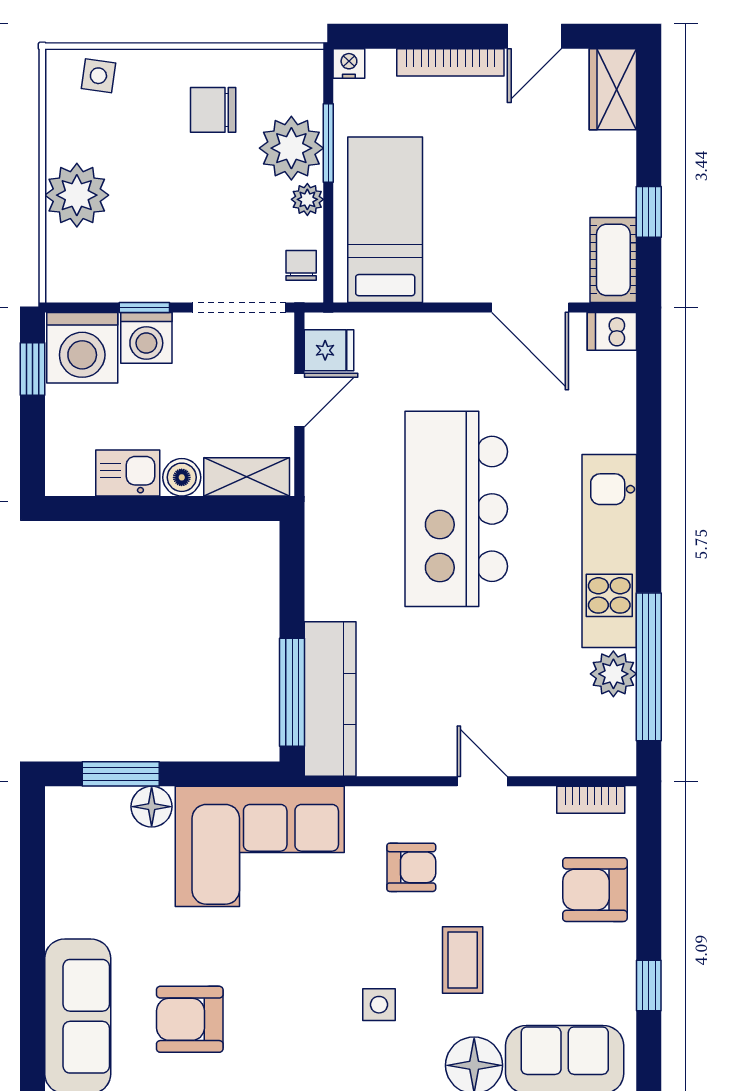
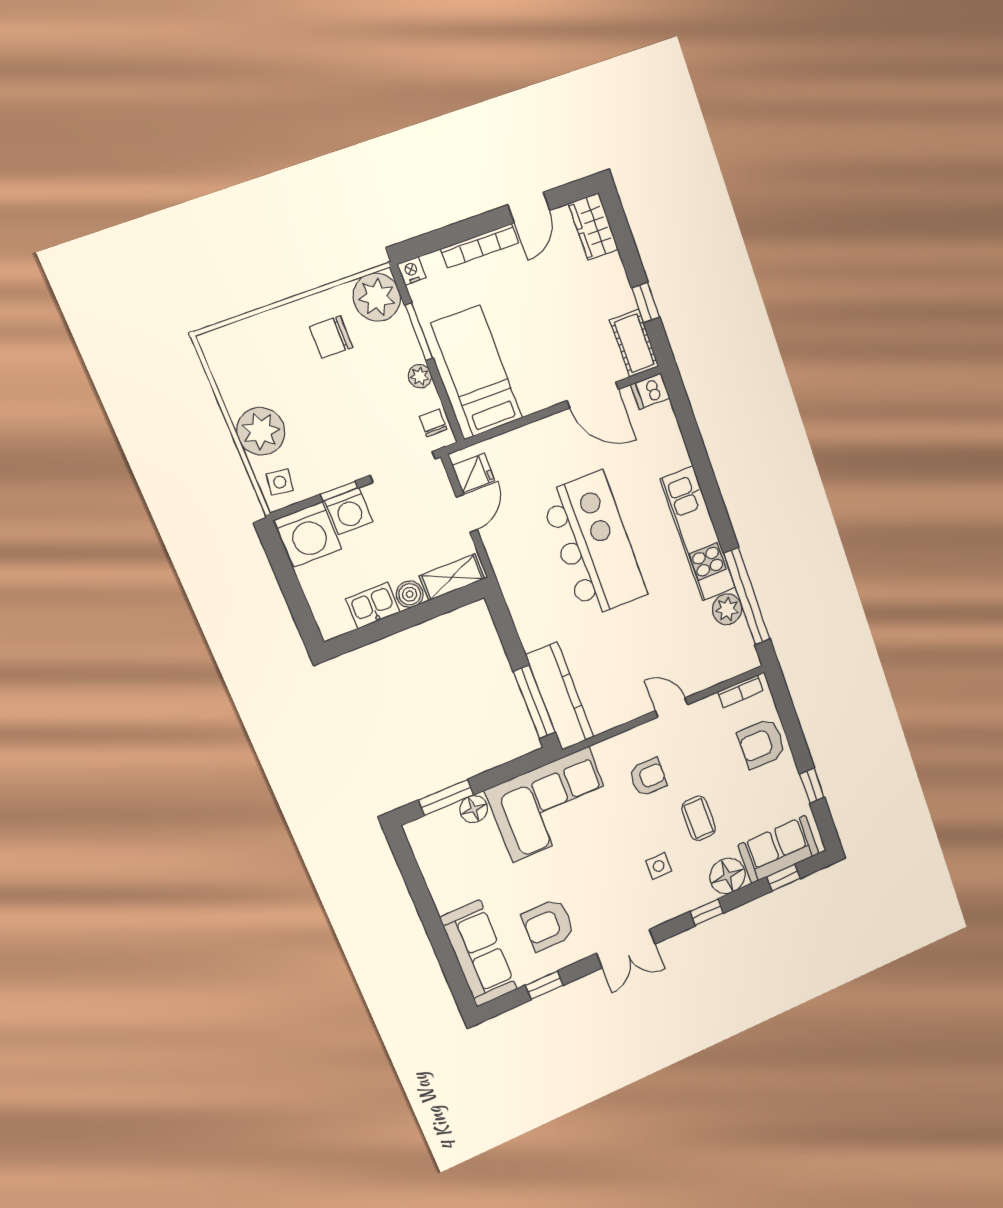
side table: (98, 76) -> (280, 482), moved
plant: (291, 148) -> (377, 297), moved
window: (32, 369) -> (280, 562), removed
kitchen island: (456, 509) -> (594, 545), turned 180

